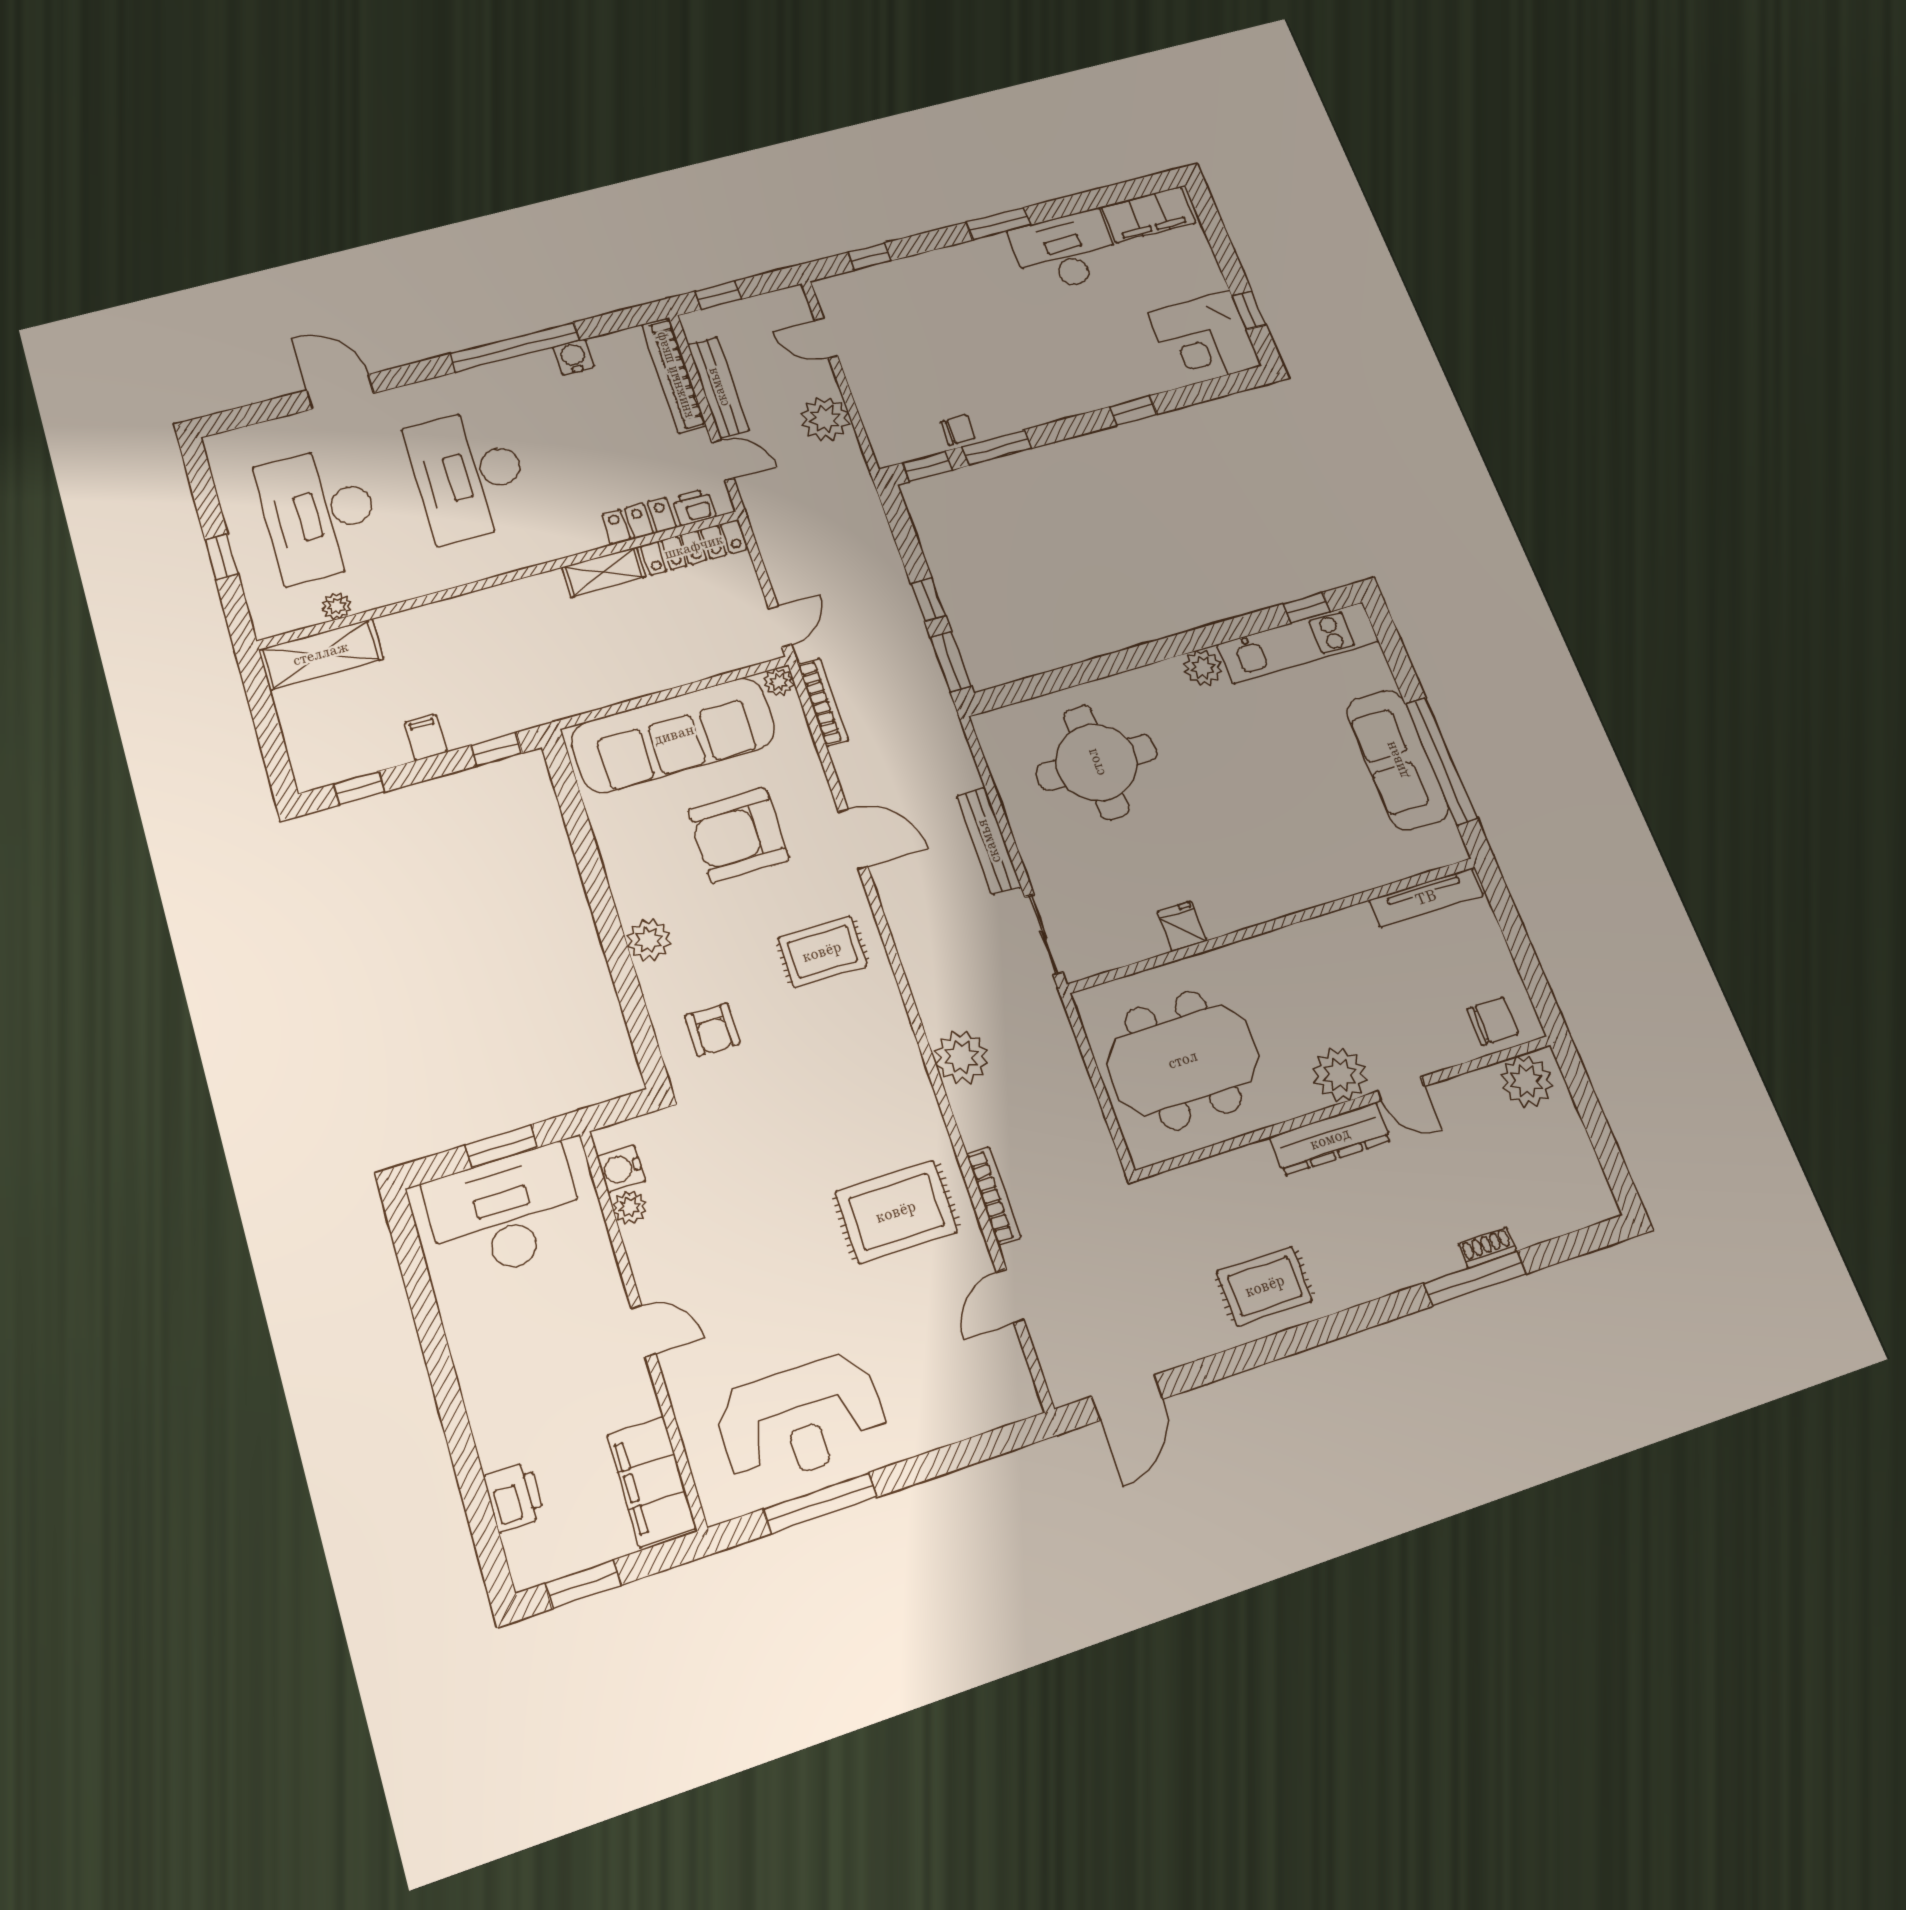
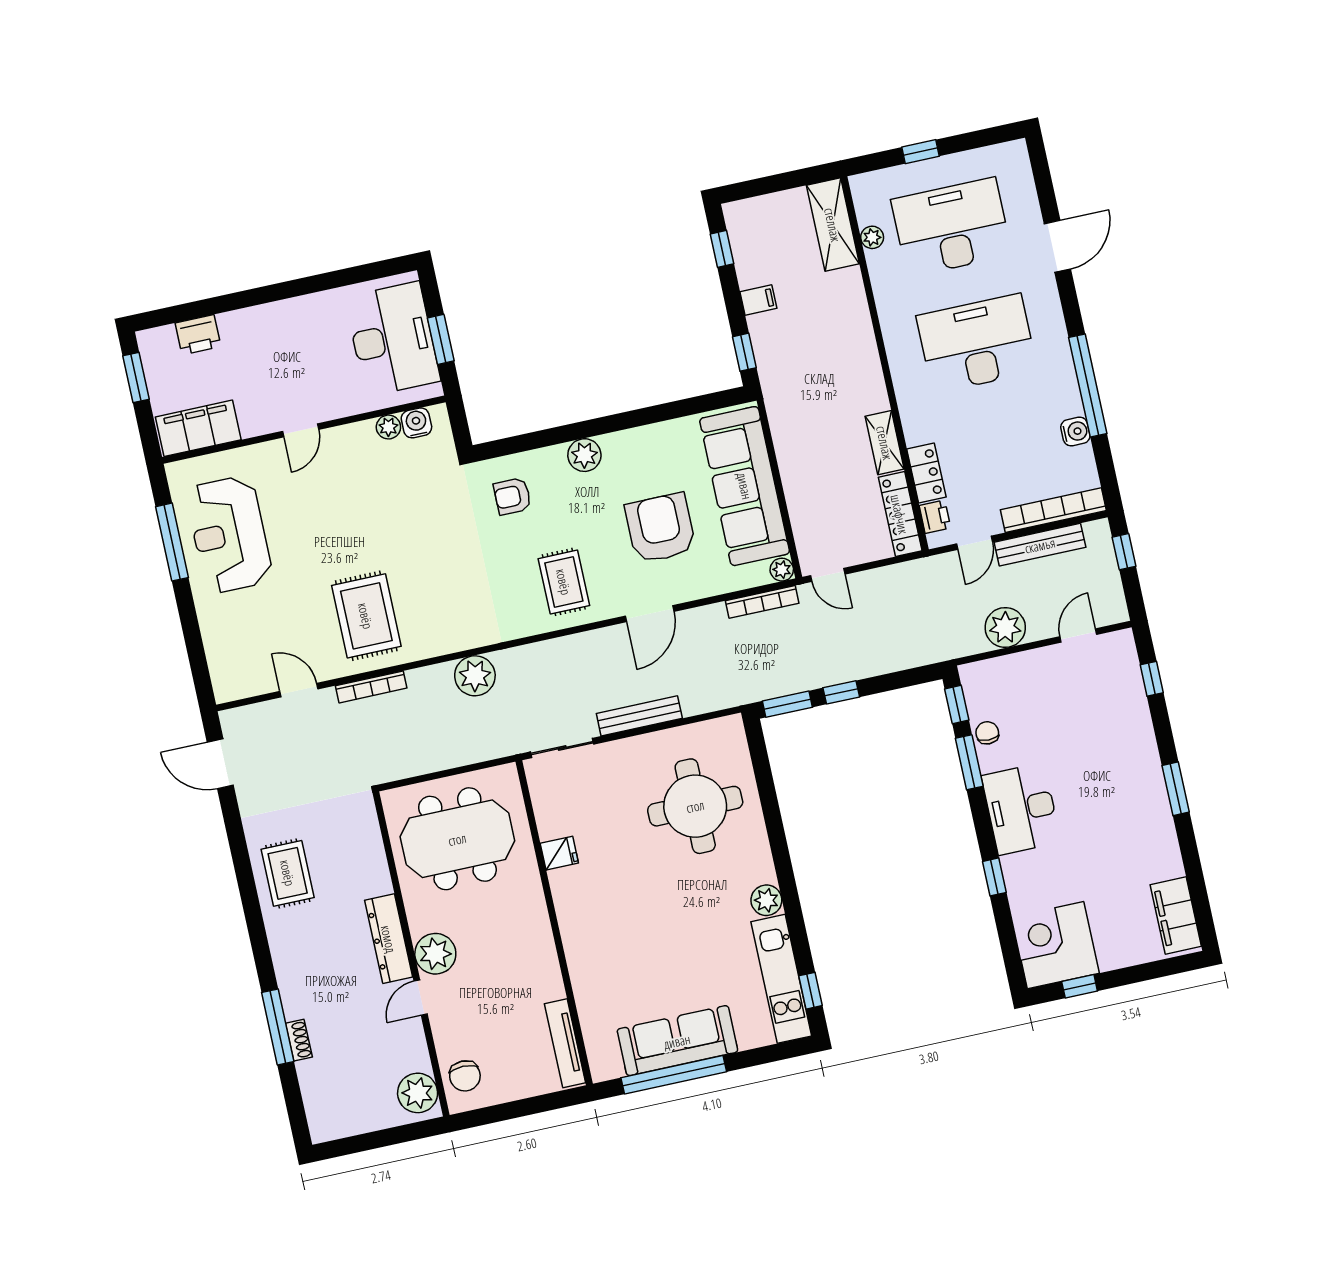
desk: (1066, 251) -> (1021, 809), moved, turned 180
chair: (958, 430) -> (987, 733), turned 180
meeting table: (1183, 1060) -> (457, 839), turned 90

